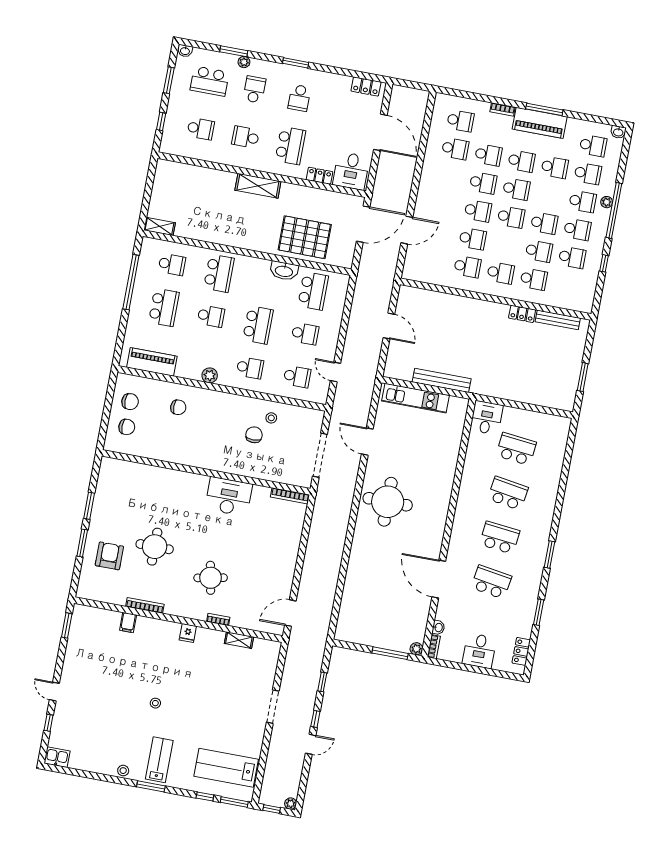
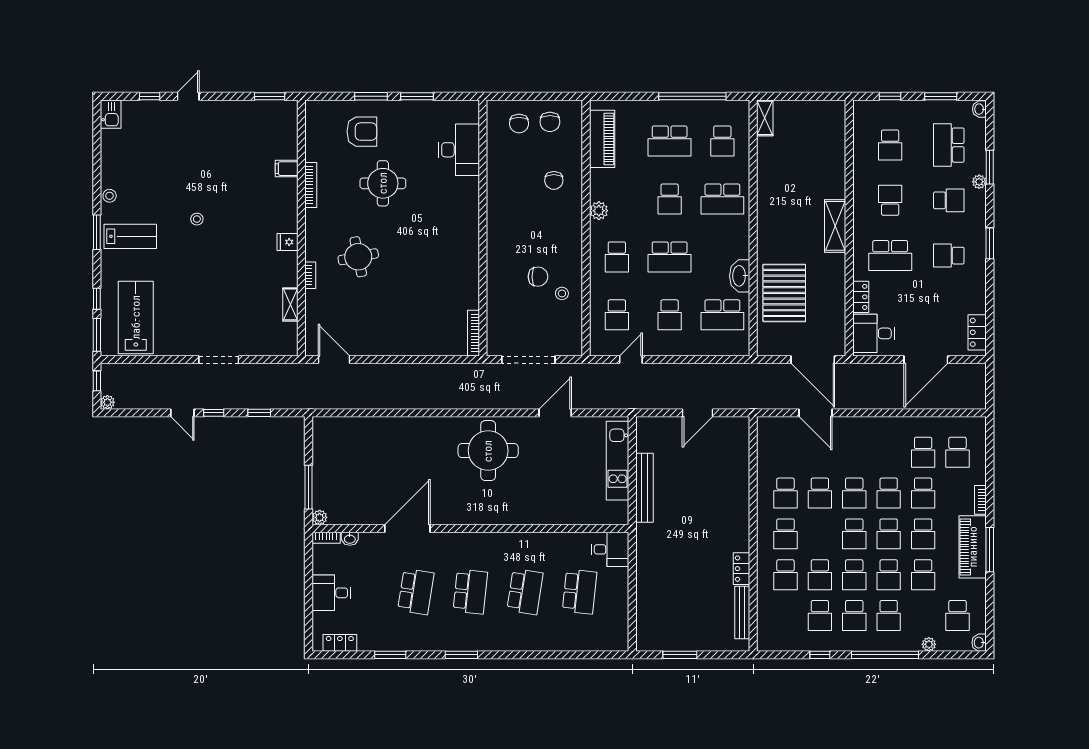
school desk: (588, 174) -> (889, 575), moved
plant: (607, 202) -> (929, 644), moved
desk: (229, 497) -> (459, 150), moved

